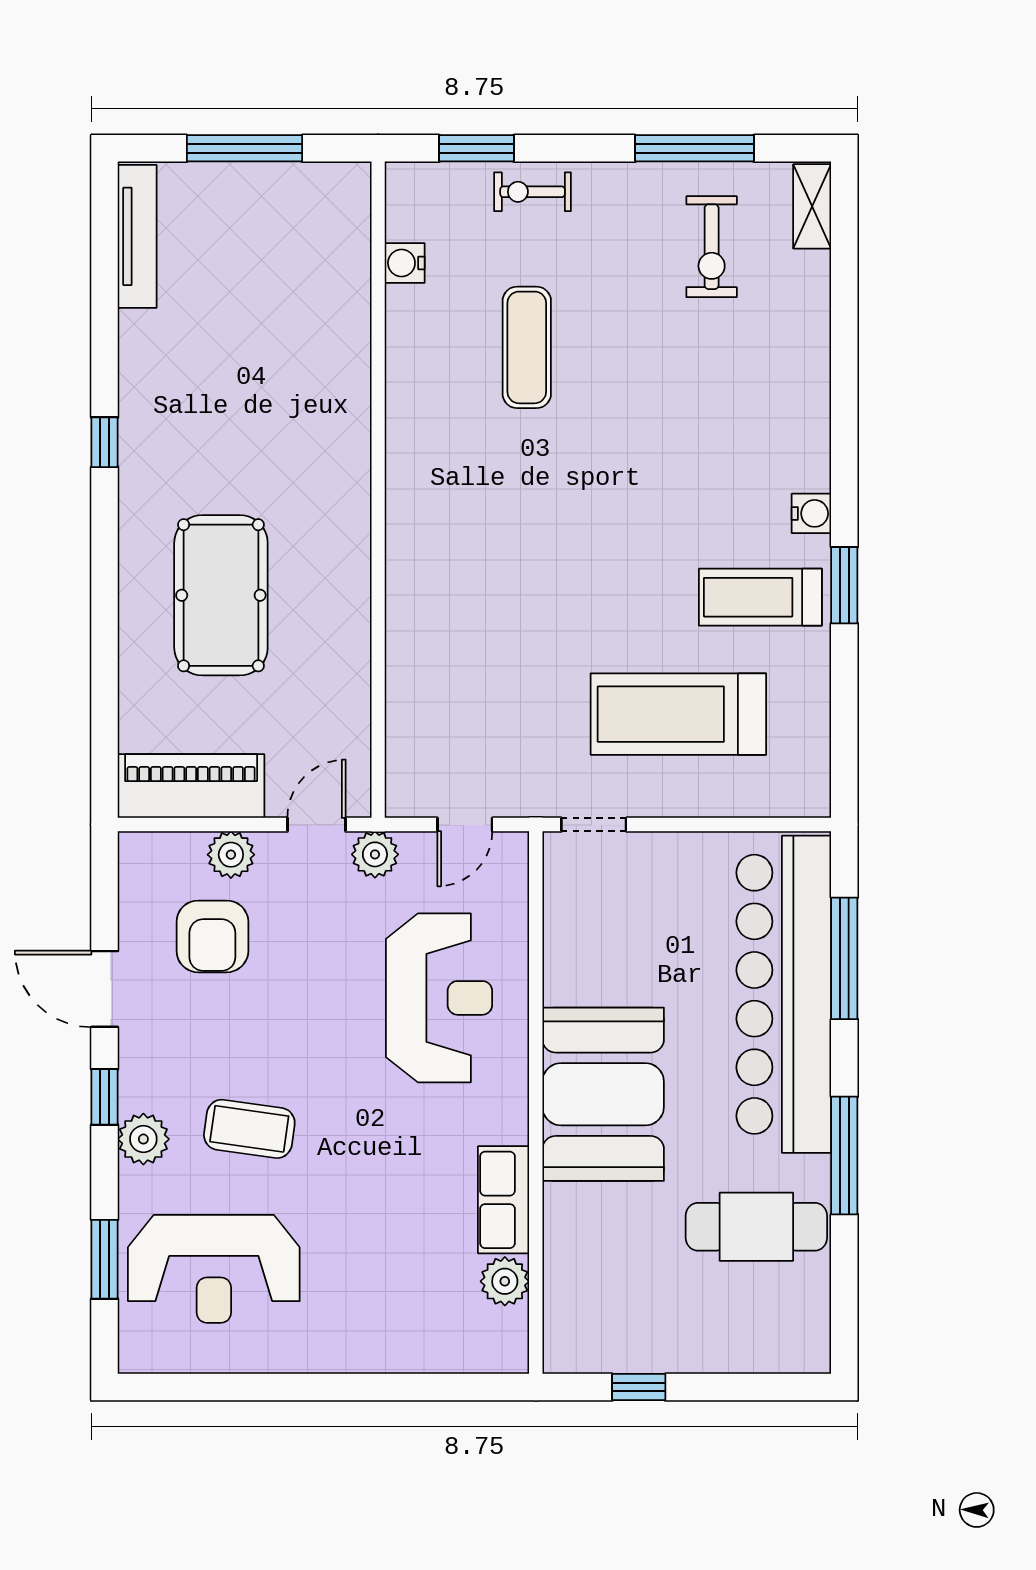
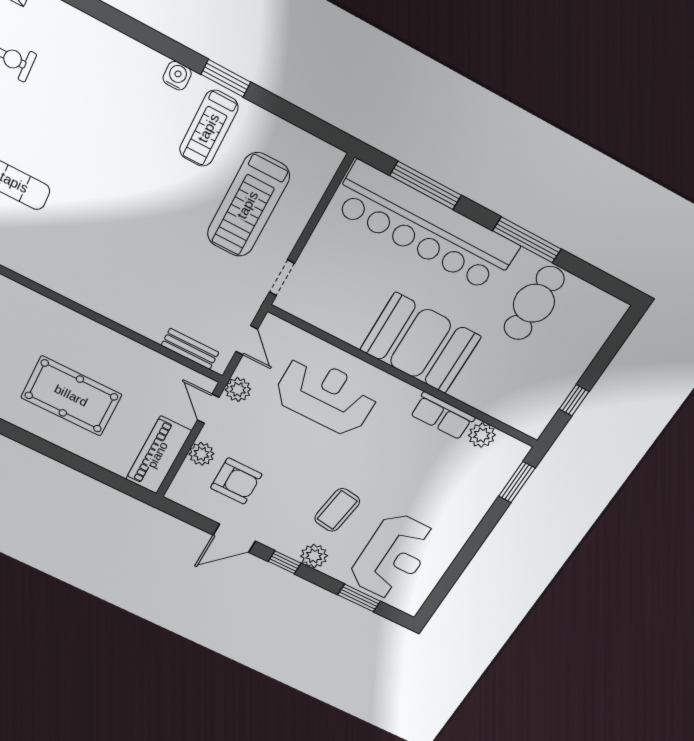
bench: (403, 744) -> (190, 349), added
window: (455, 1387) -> (517, 482), added

